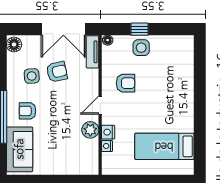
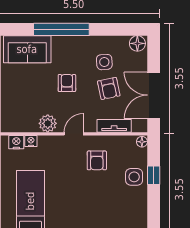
tv unit: (92, 52) -> (114, 126), moved
door: (100, 105) -> (74, 134), hinge flipped
armchair: (28, 111) -> (67, 83), moved
nightstand: (108, 132) -> (16, 142), moved

